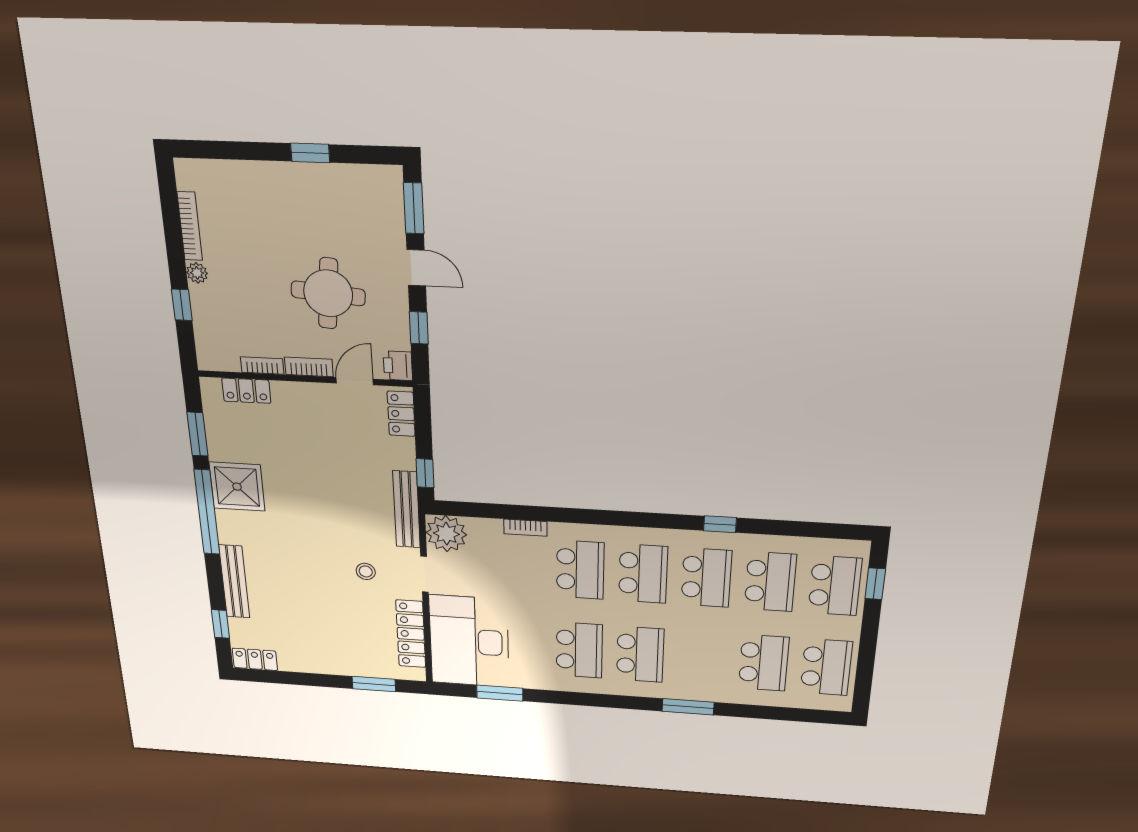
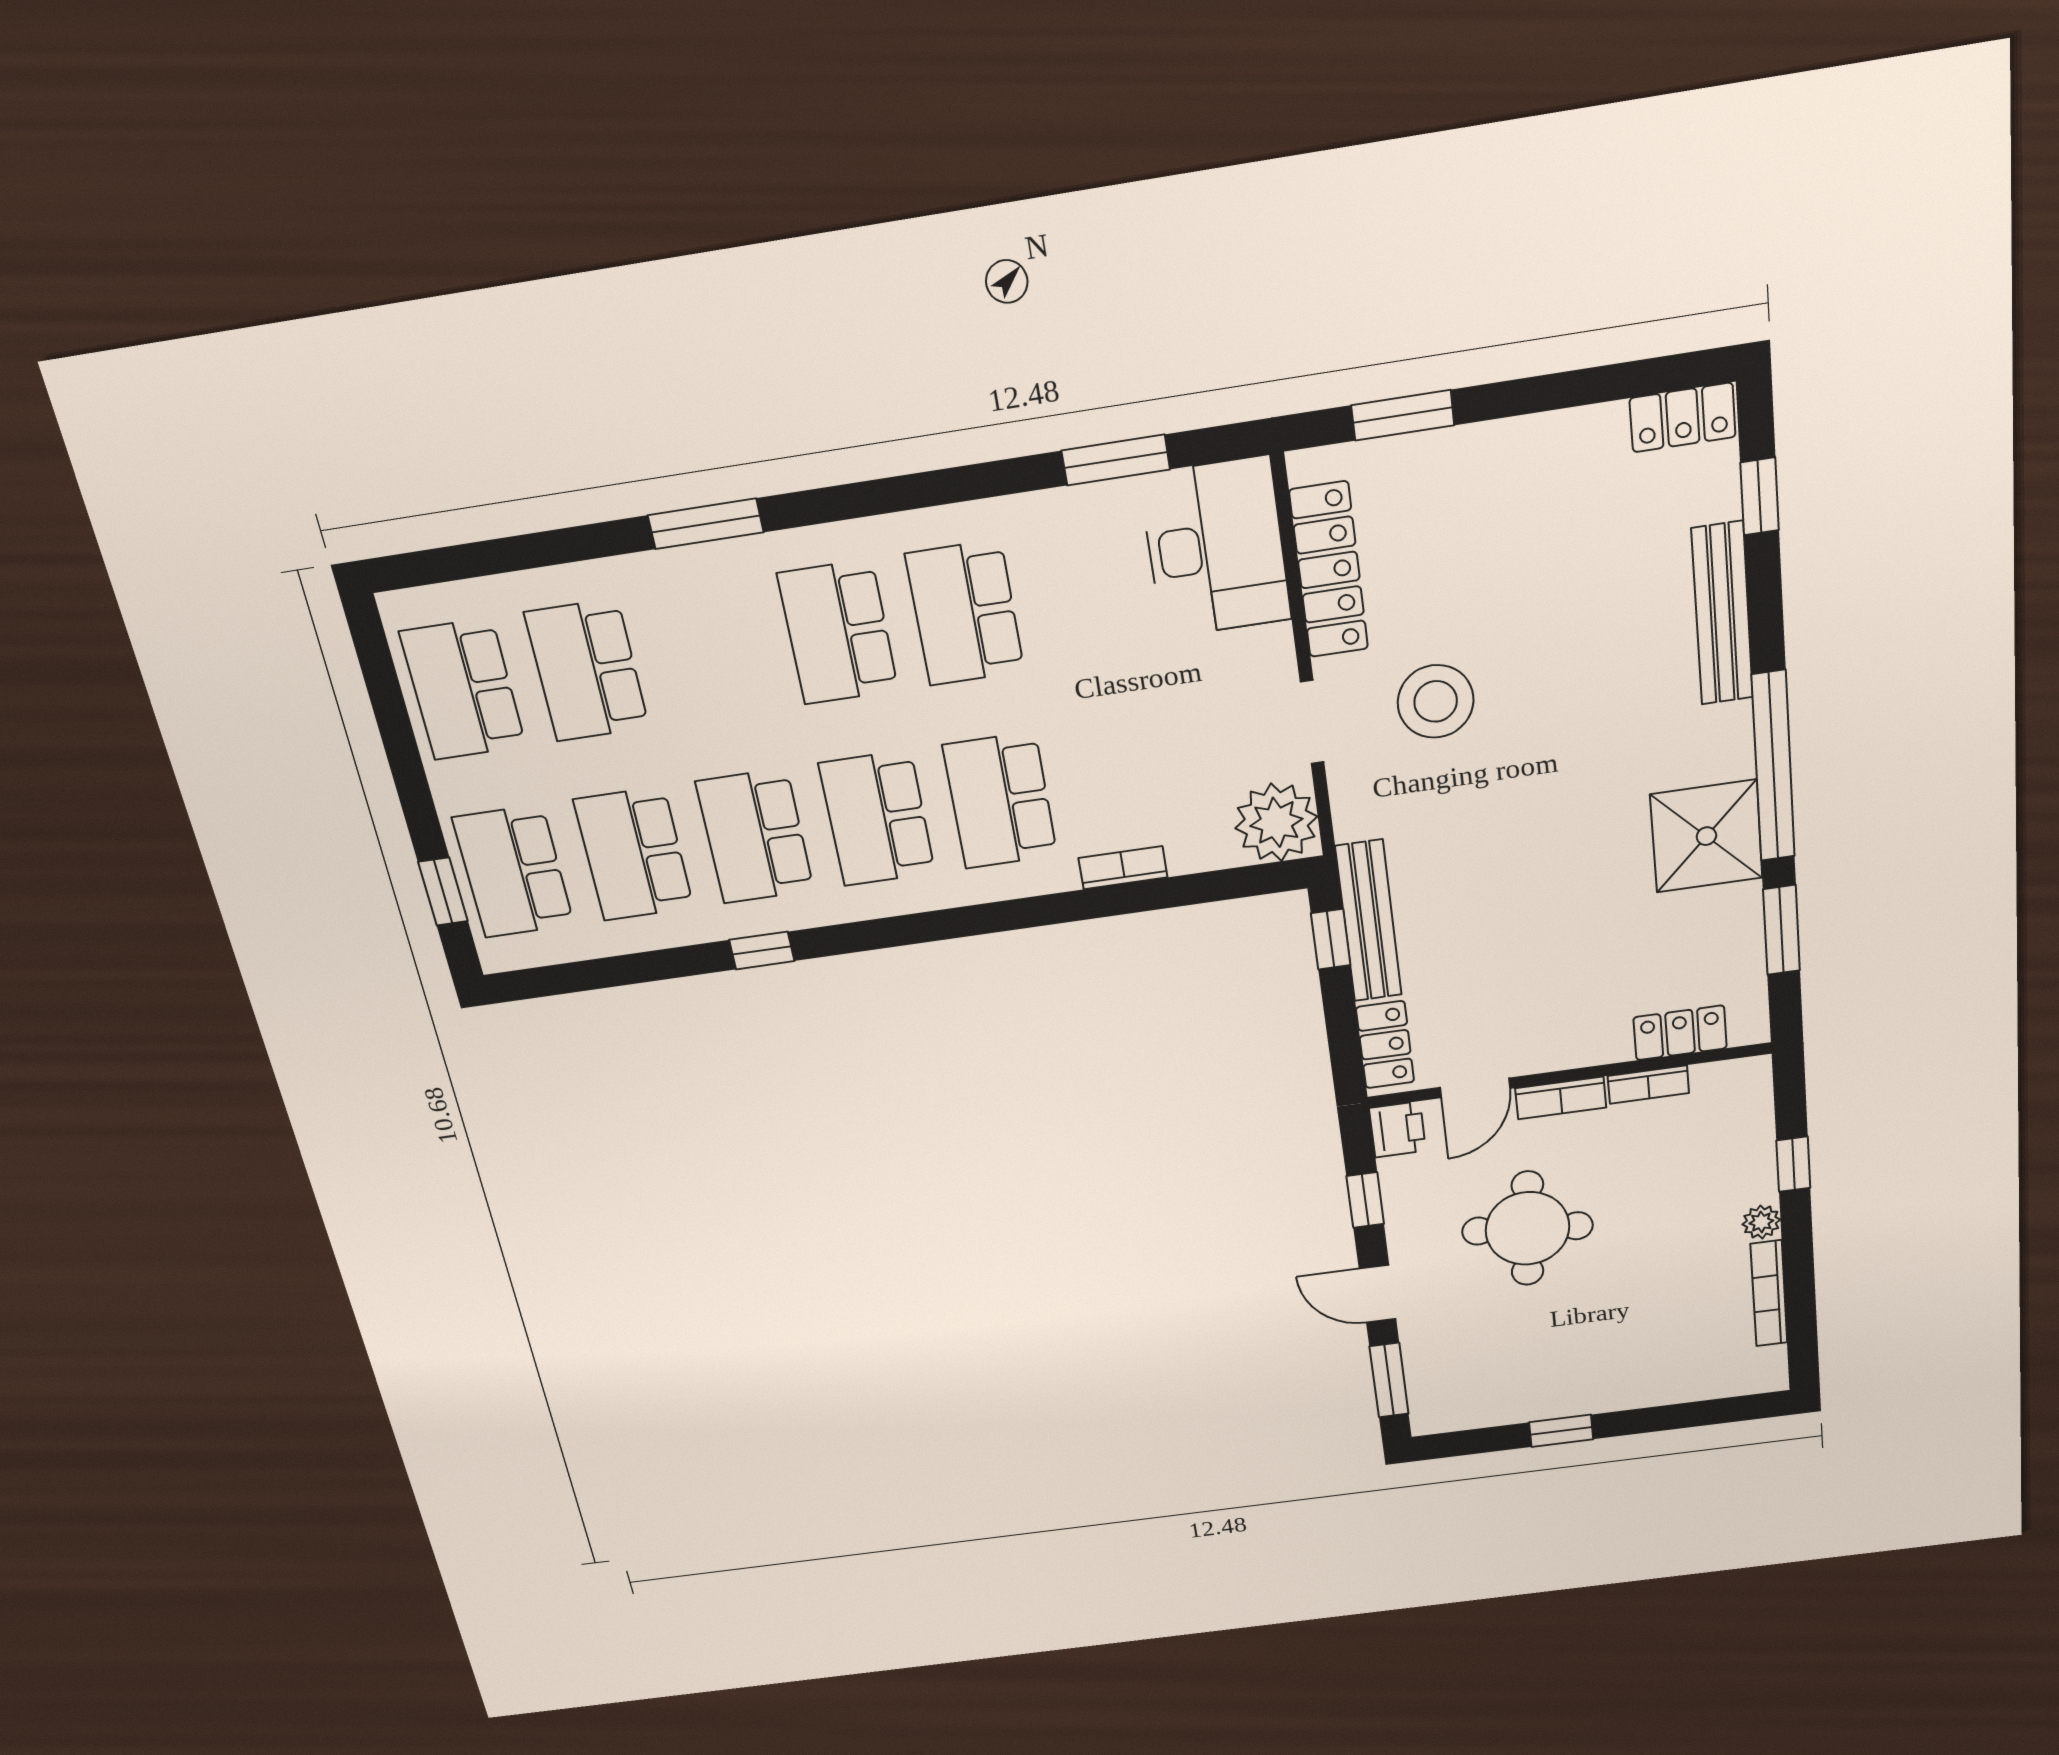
bench: (406, 510) -> (1369, 921), moved
stool: (366, 571) -> (1436, 701), width x1.89, depth x1.89
desk: (469, 641) -> (1216, 548), width x0.73, depth x0.77

